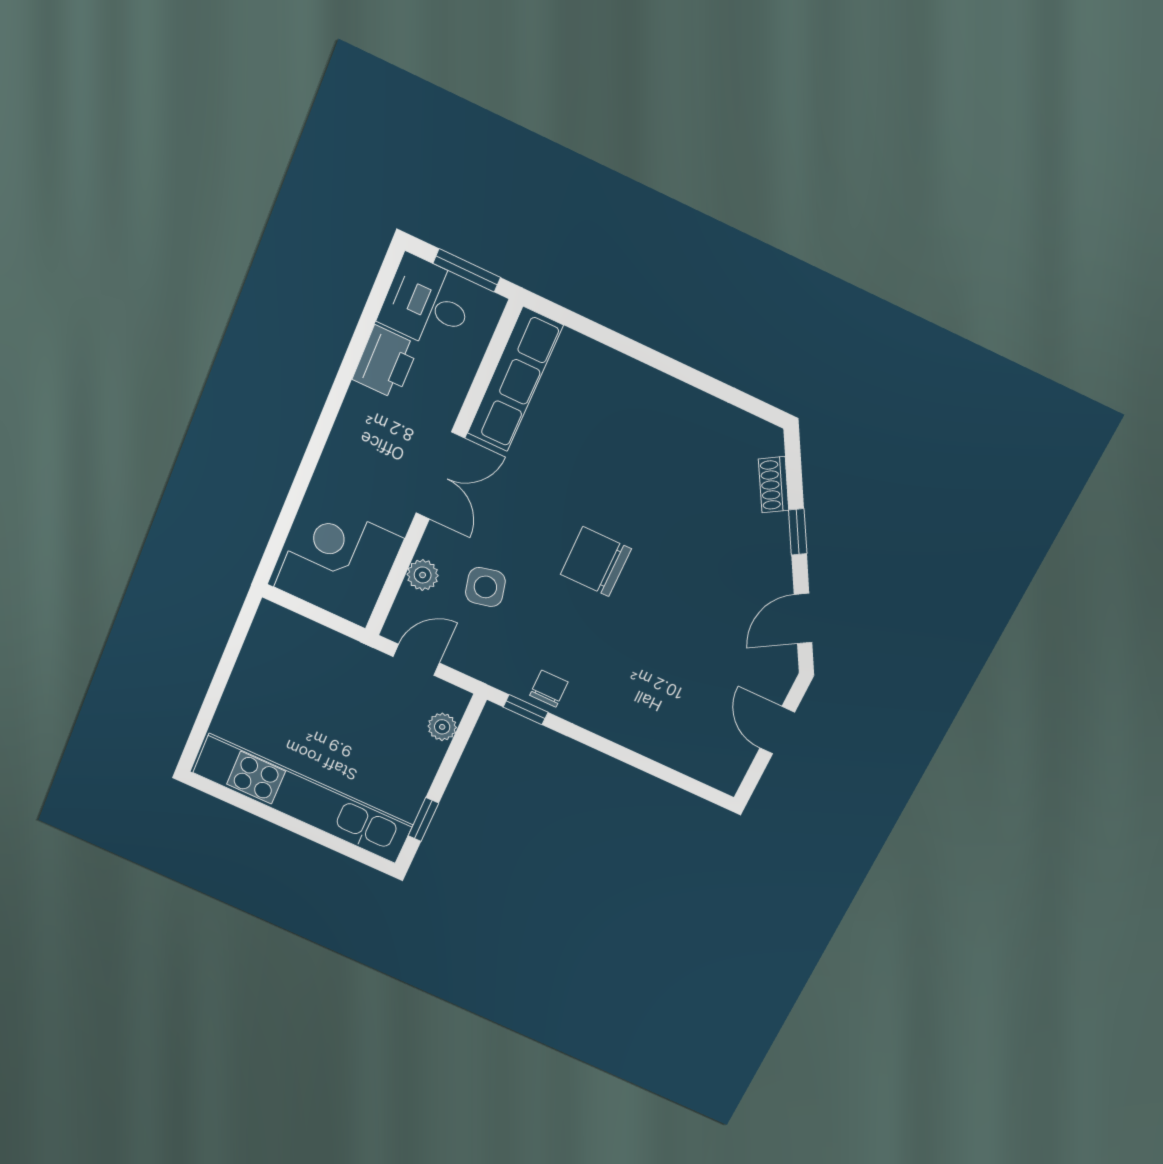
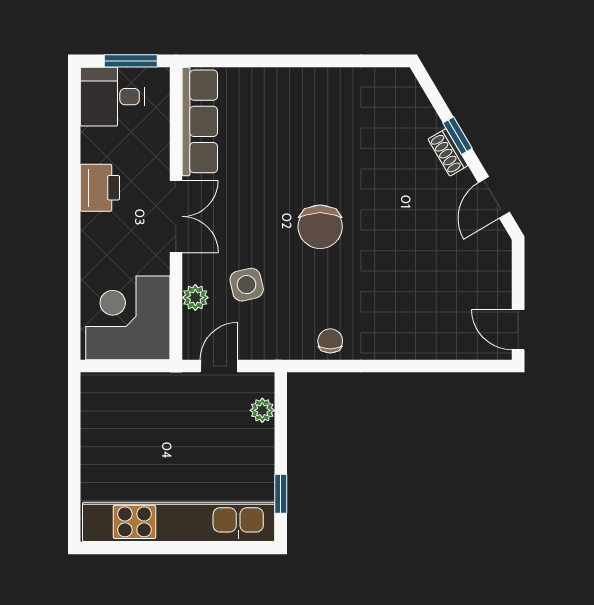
printer: (385, 362) -> (100, 188), moved
shoe rack: (774, 485) -> (448, 152), moved
chair: (596, 562) -> (320, 227), turned -90
window: (526, 710) -> (320, 366), removed
door: (777, 730) -> (518, 330), moved

